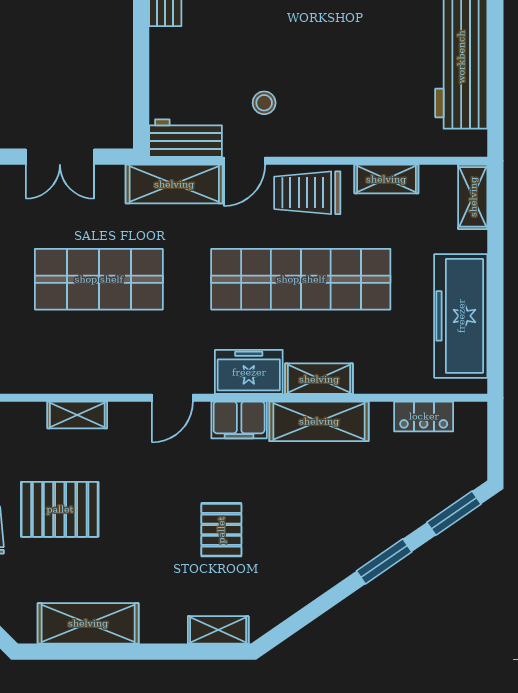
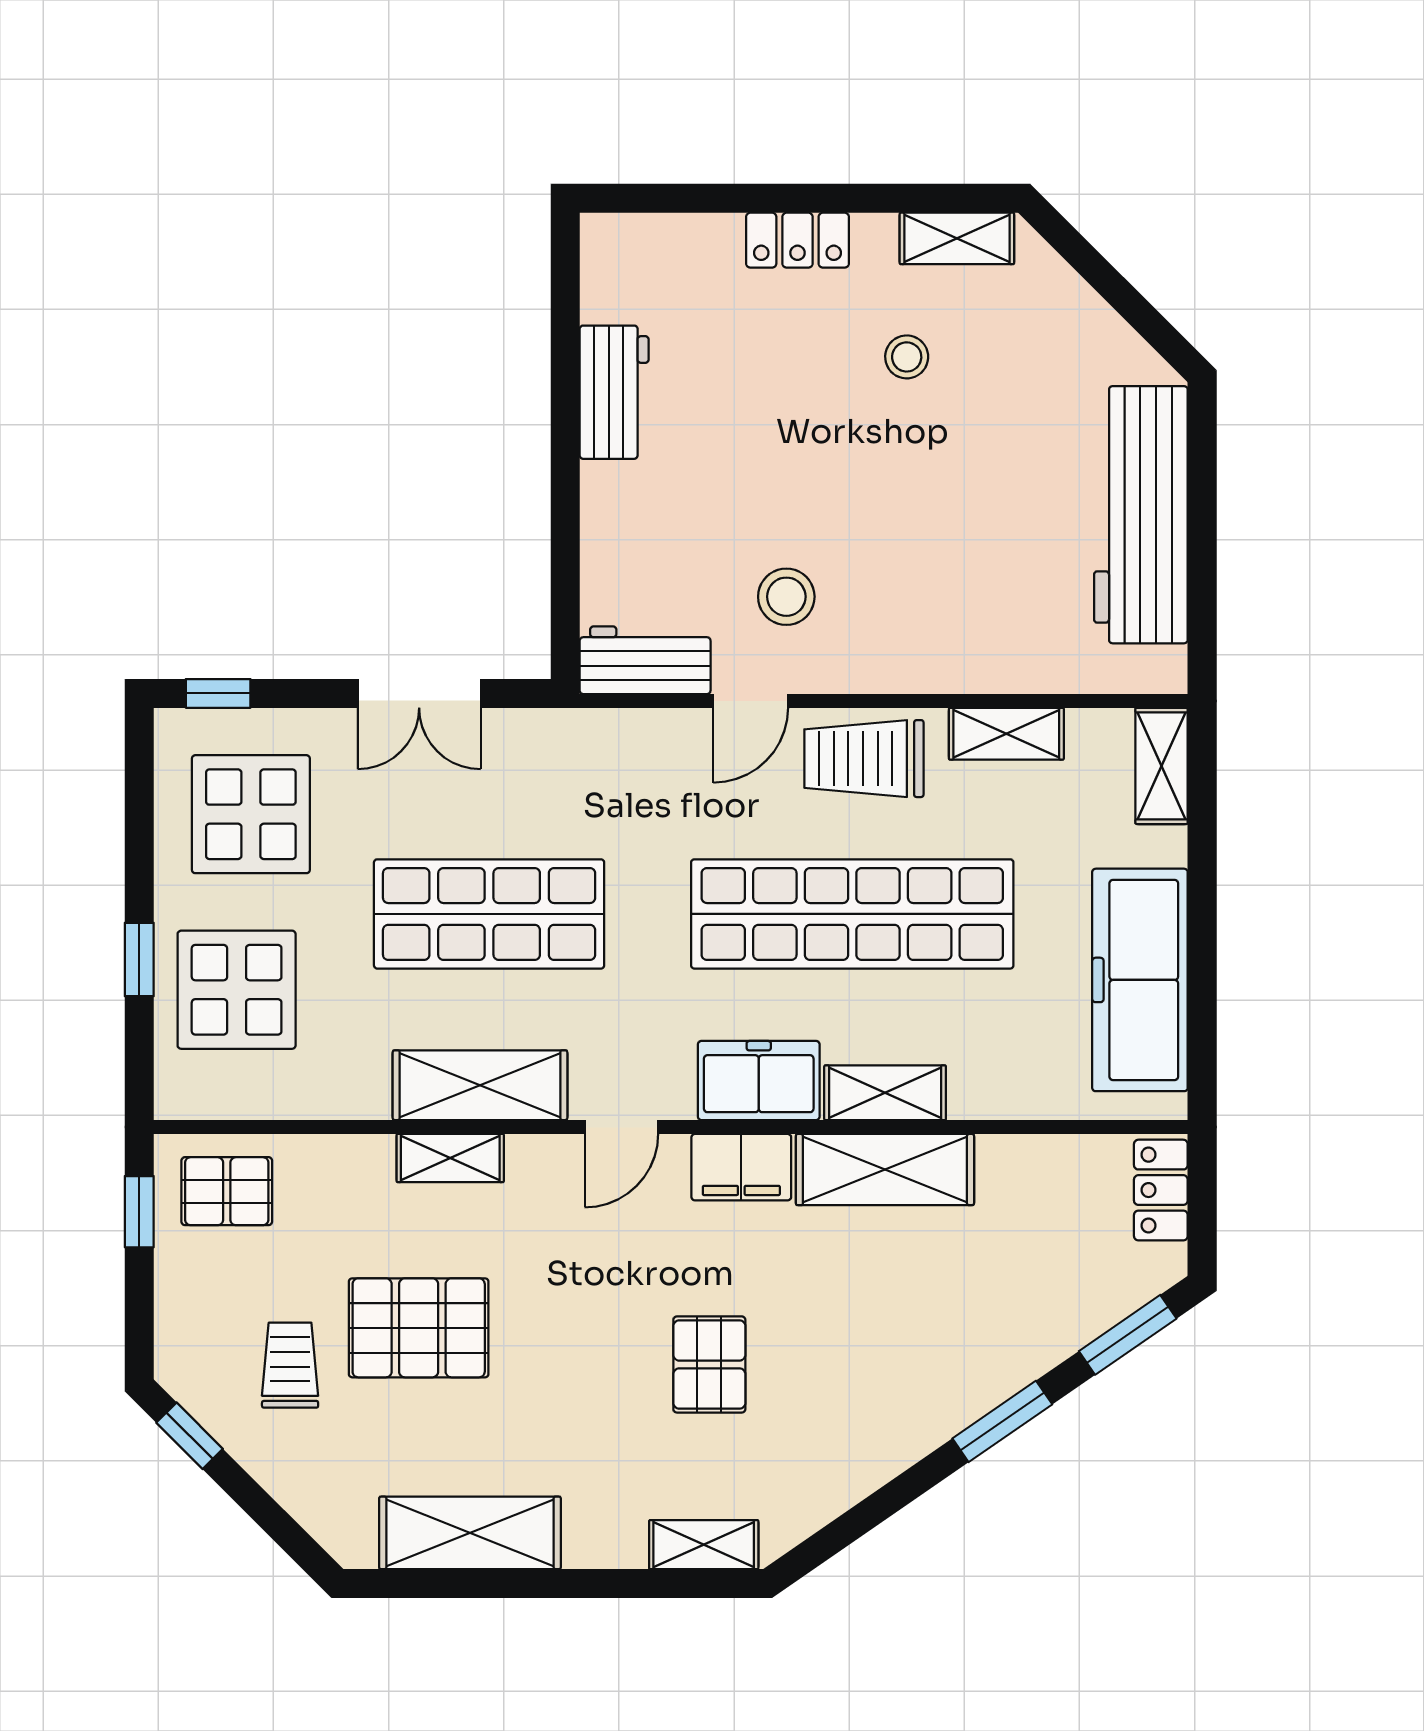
stool: (264, 103) -> (786, 597), width x1.37, depth x1.37
shelving: (174, 184) -> (480, 1085), moved
locker: (424, 416) -> (1161, 1190), moved, turned 90

